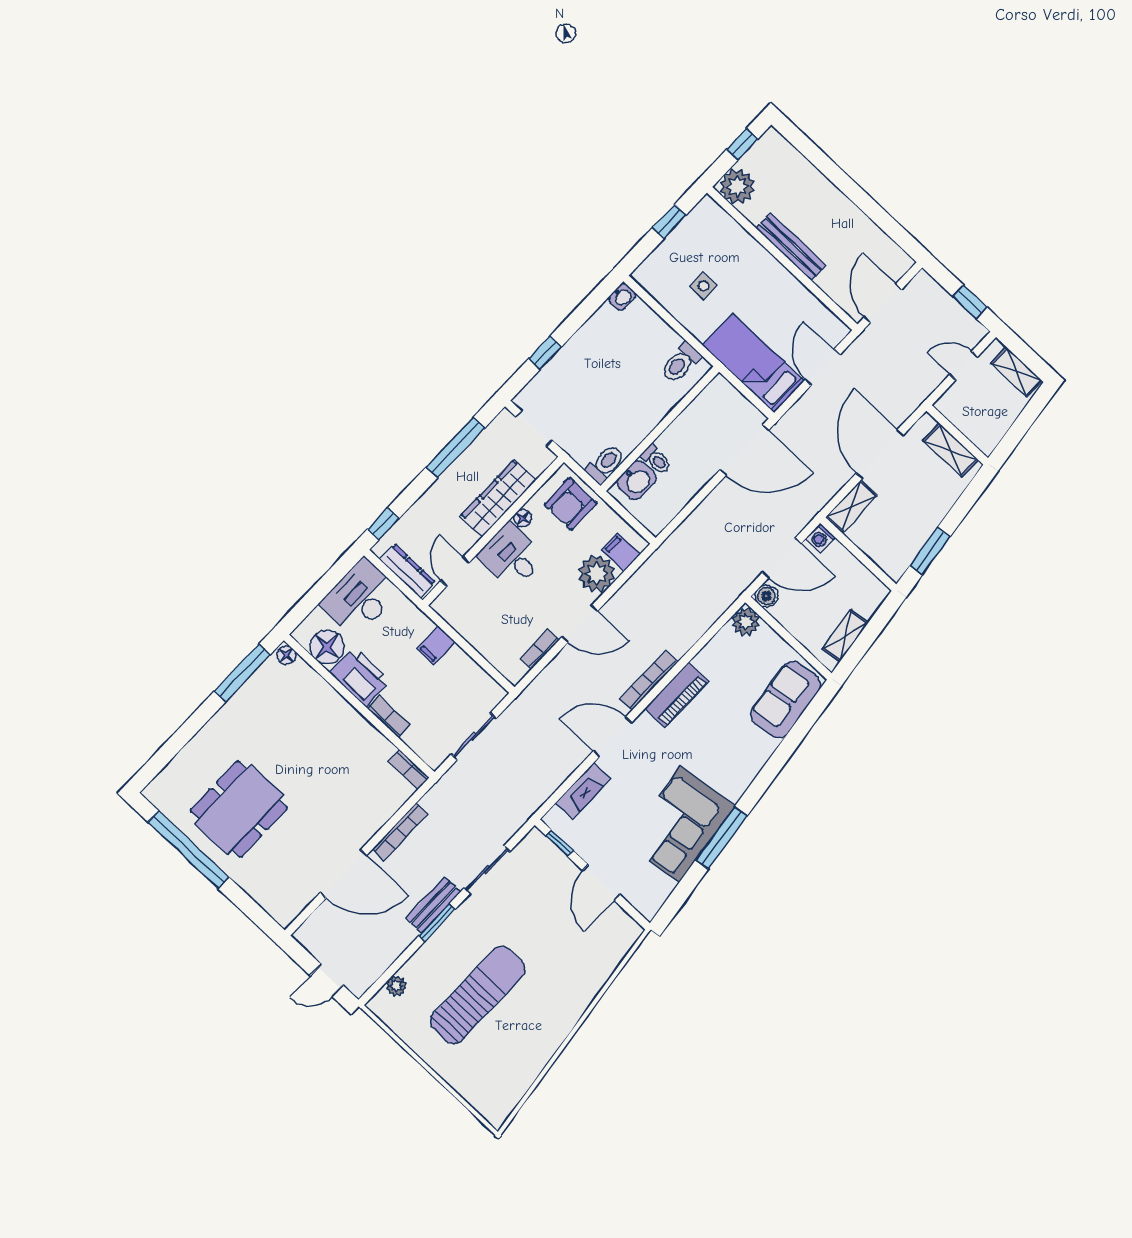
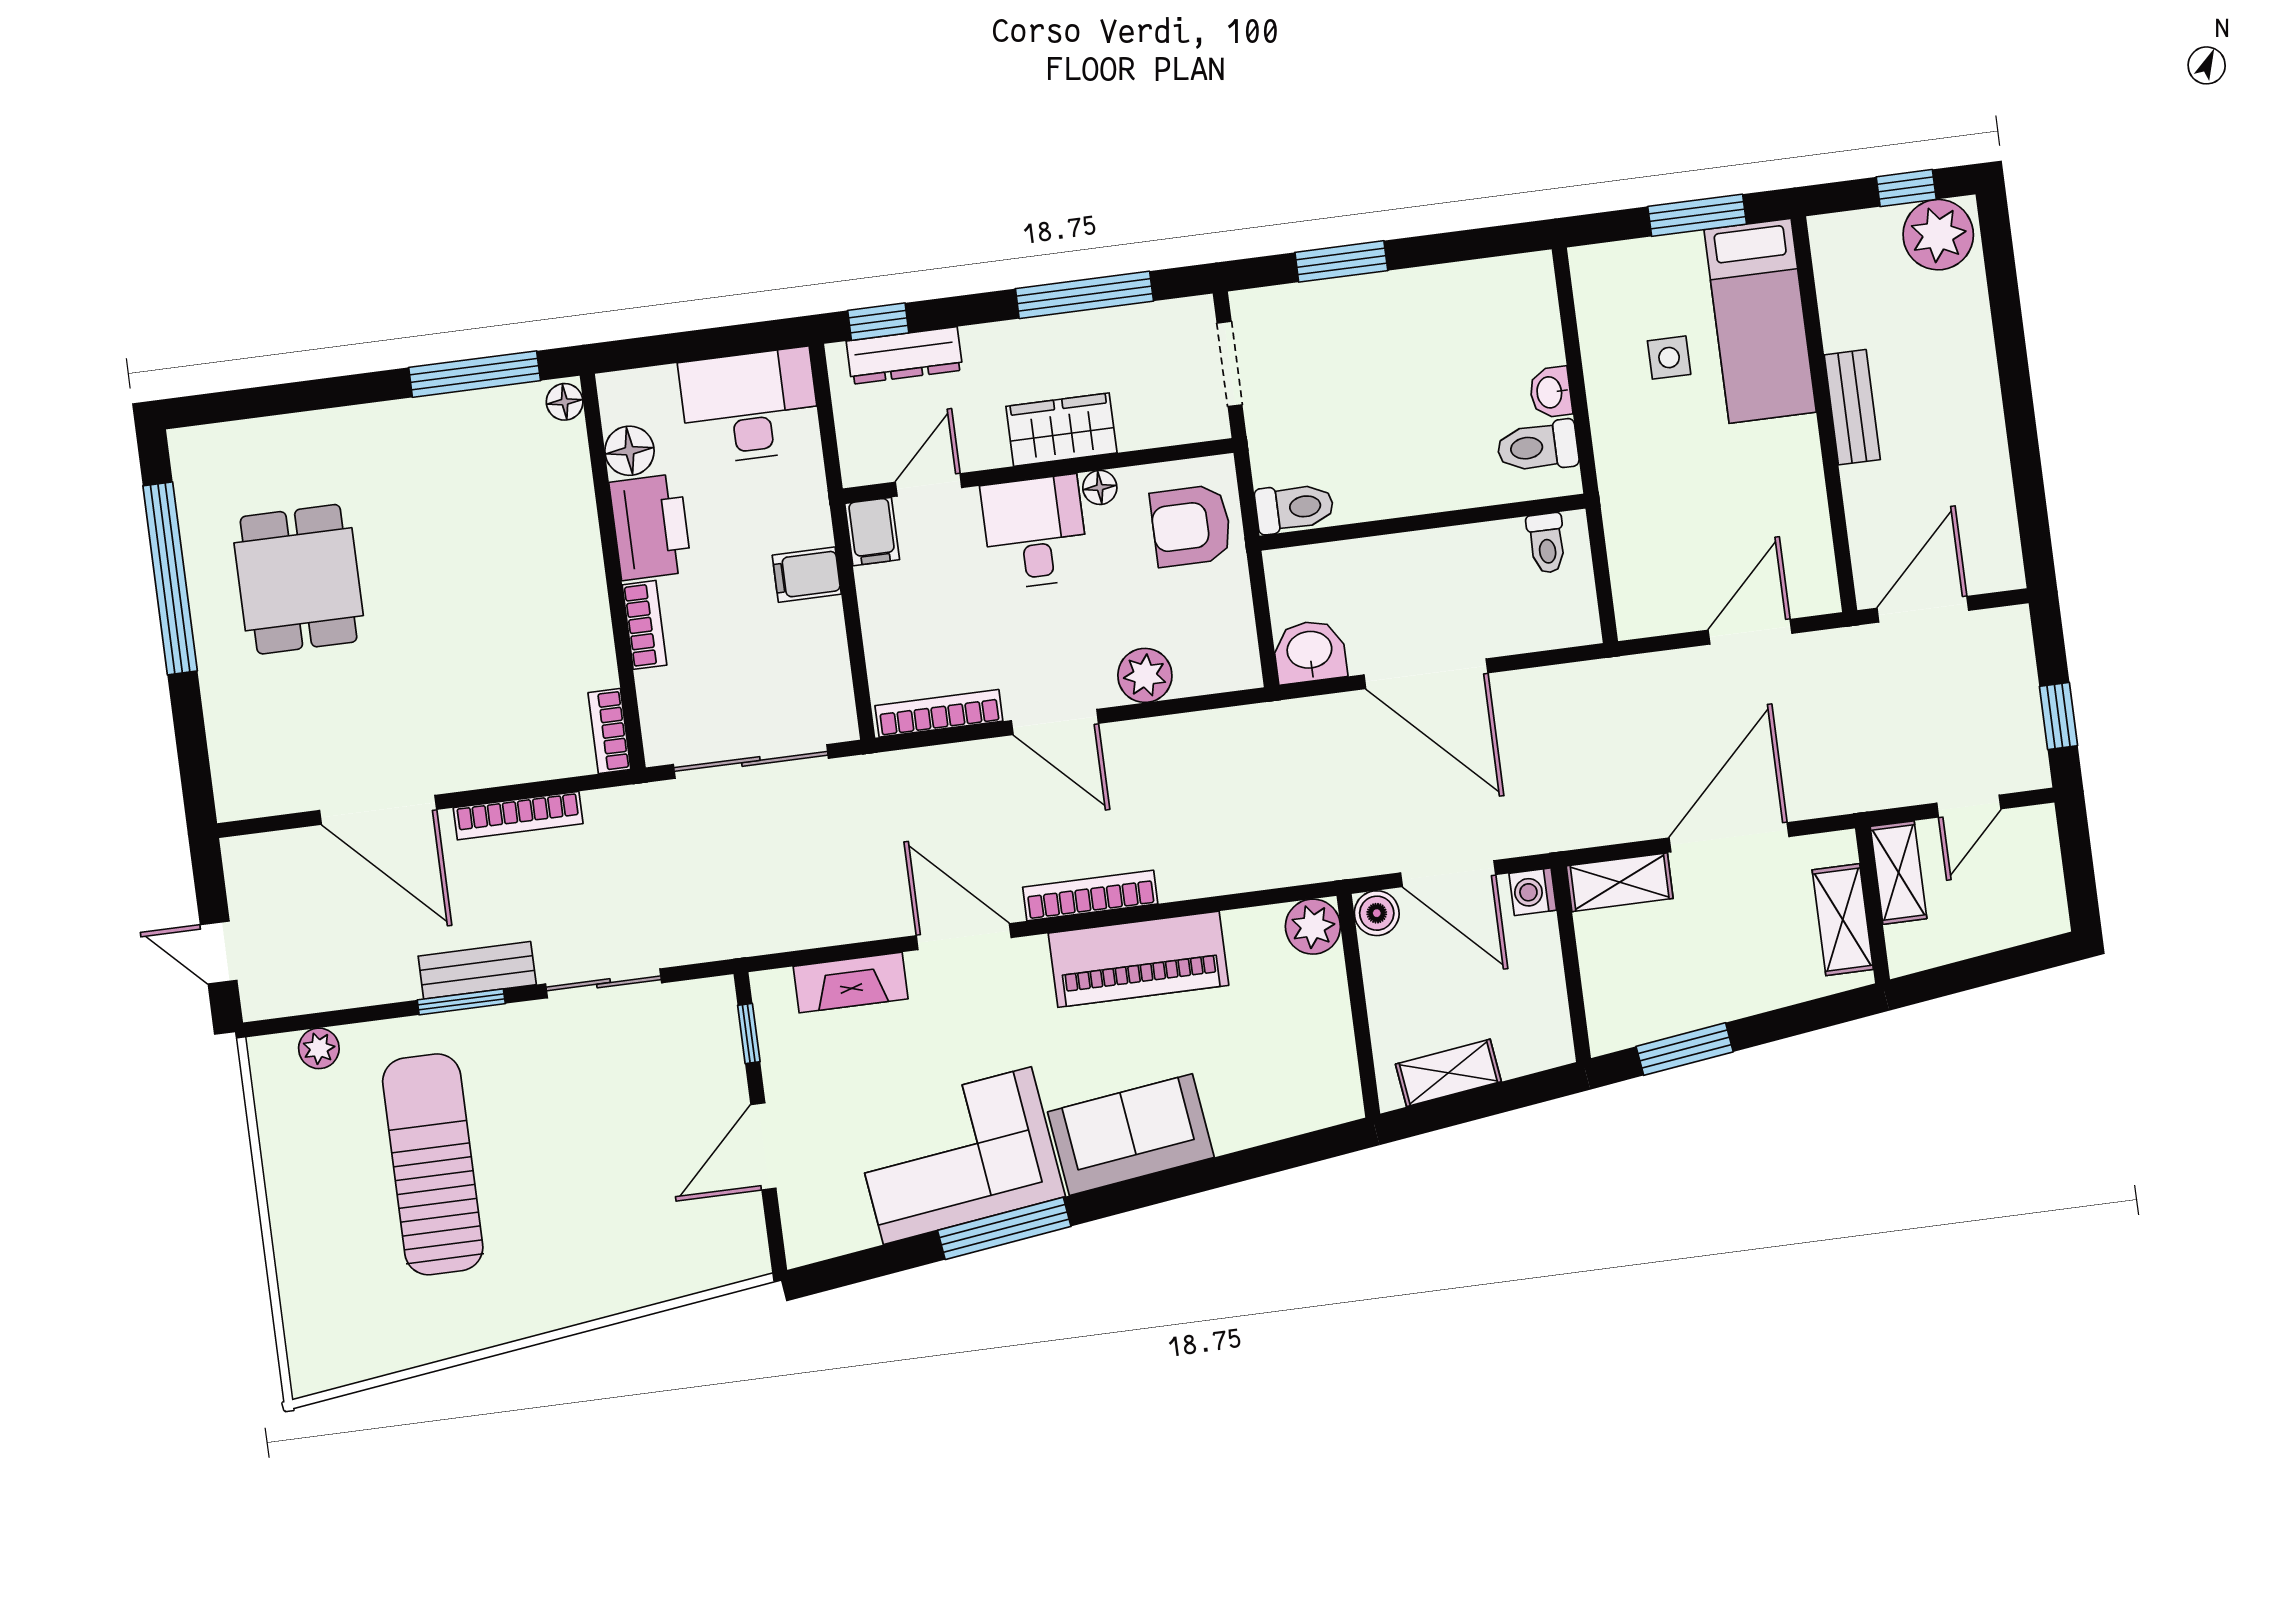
plant: (737, 186) -> (1938, 235), moved
window: (669, 221) -> (1697, 215), width x1.50
bench: (791, 247) -> (1852, 407), width x0.73
washbasin: (622, 297) -> (1551, 392), moved, turned 90
window: (545, 353) -> (1341, 261), width x1.50
bed: (753, 363) -> (1760, 321), moved, turned 180
door: (964, 366) -> (1969, 806), swing flipped
shelving: (1017, 372) -> (1898, 873), moved
door: (744, 450) -> (1426, 674), moved
toilet: (656, 459) -> (1547, 543), moved
washbasin: (637, 480) -> (1310, 652), moved, turned 180
wardrobe: (498, 498) -> (1061, 430), width x0.67
filing cabinet: (621, 552) -> (872, 532), moved, turned 180
dresser: (407, 571) -> (904, 356), moved, turned 90
plant: (597, 574) -> (1145, 675), width x0.73, depth x0.73
floor lamp: (327, 647) -> (629, 451), width x0.73, depth x0.73
bookcase: (540, 649) -> (939, 713), width x1.56
piano: (677, 695) -> (1139, 959), width x1.37, depth x1.33
sofa: (786, 700) -> (1131, 1135), moved
sliding door: (474, 736) -> (751, 761), width x1.37
dining table: (239, 809) -> (299, 579), width x0.73
sun lounger: (478, 995) -> (433, 1164), turned -90

